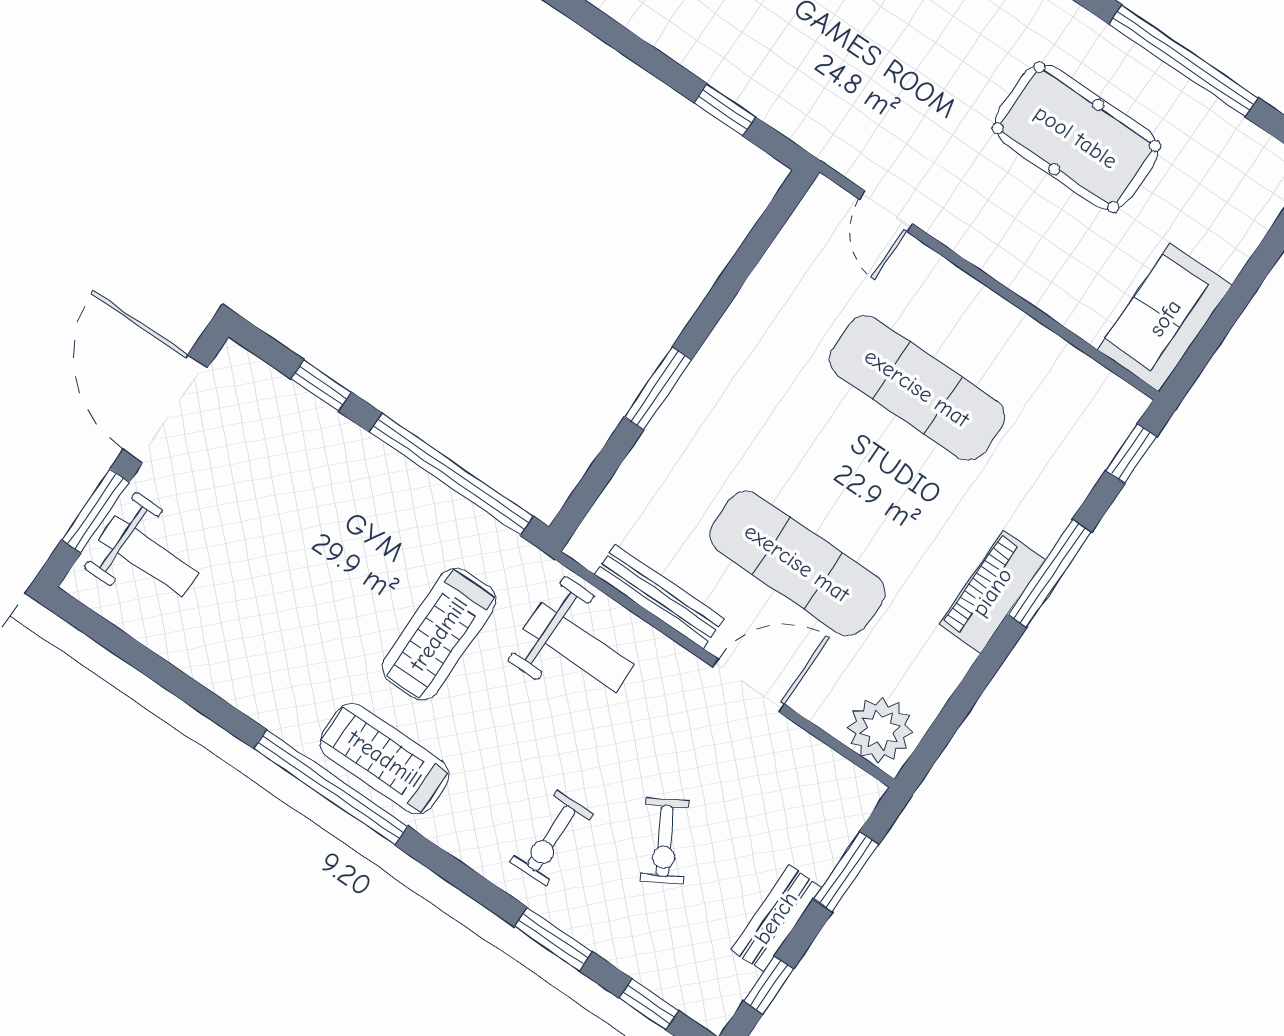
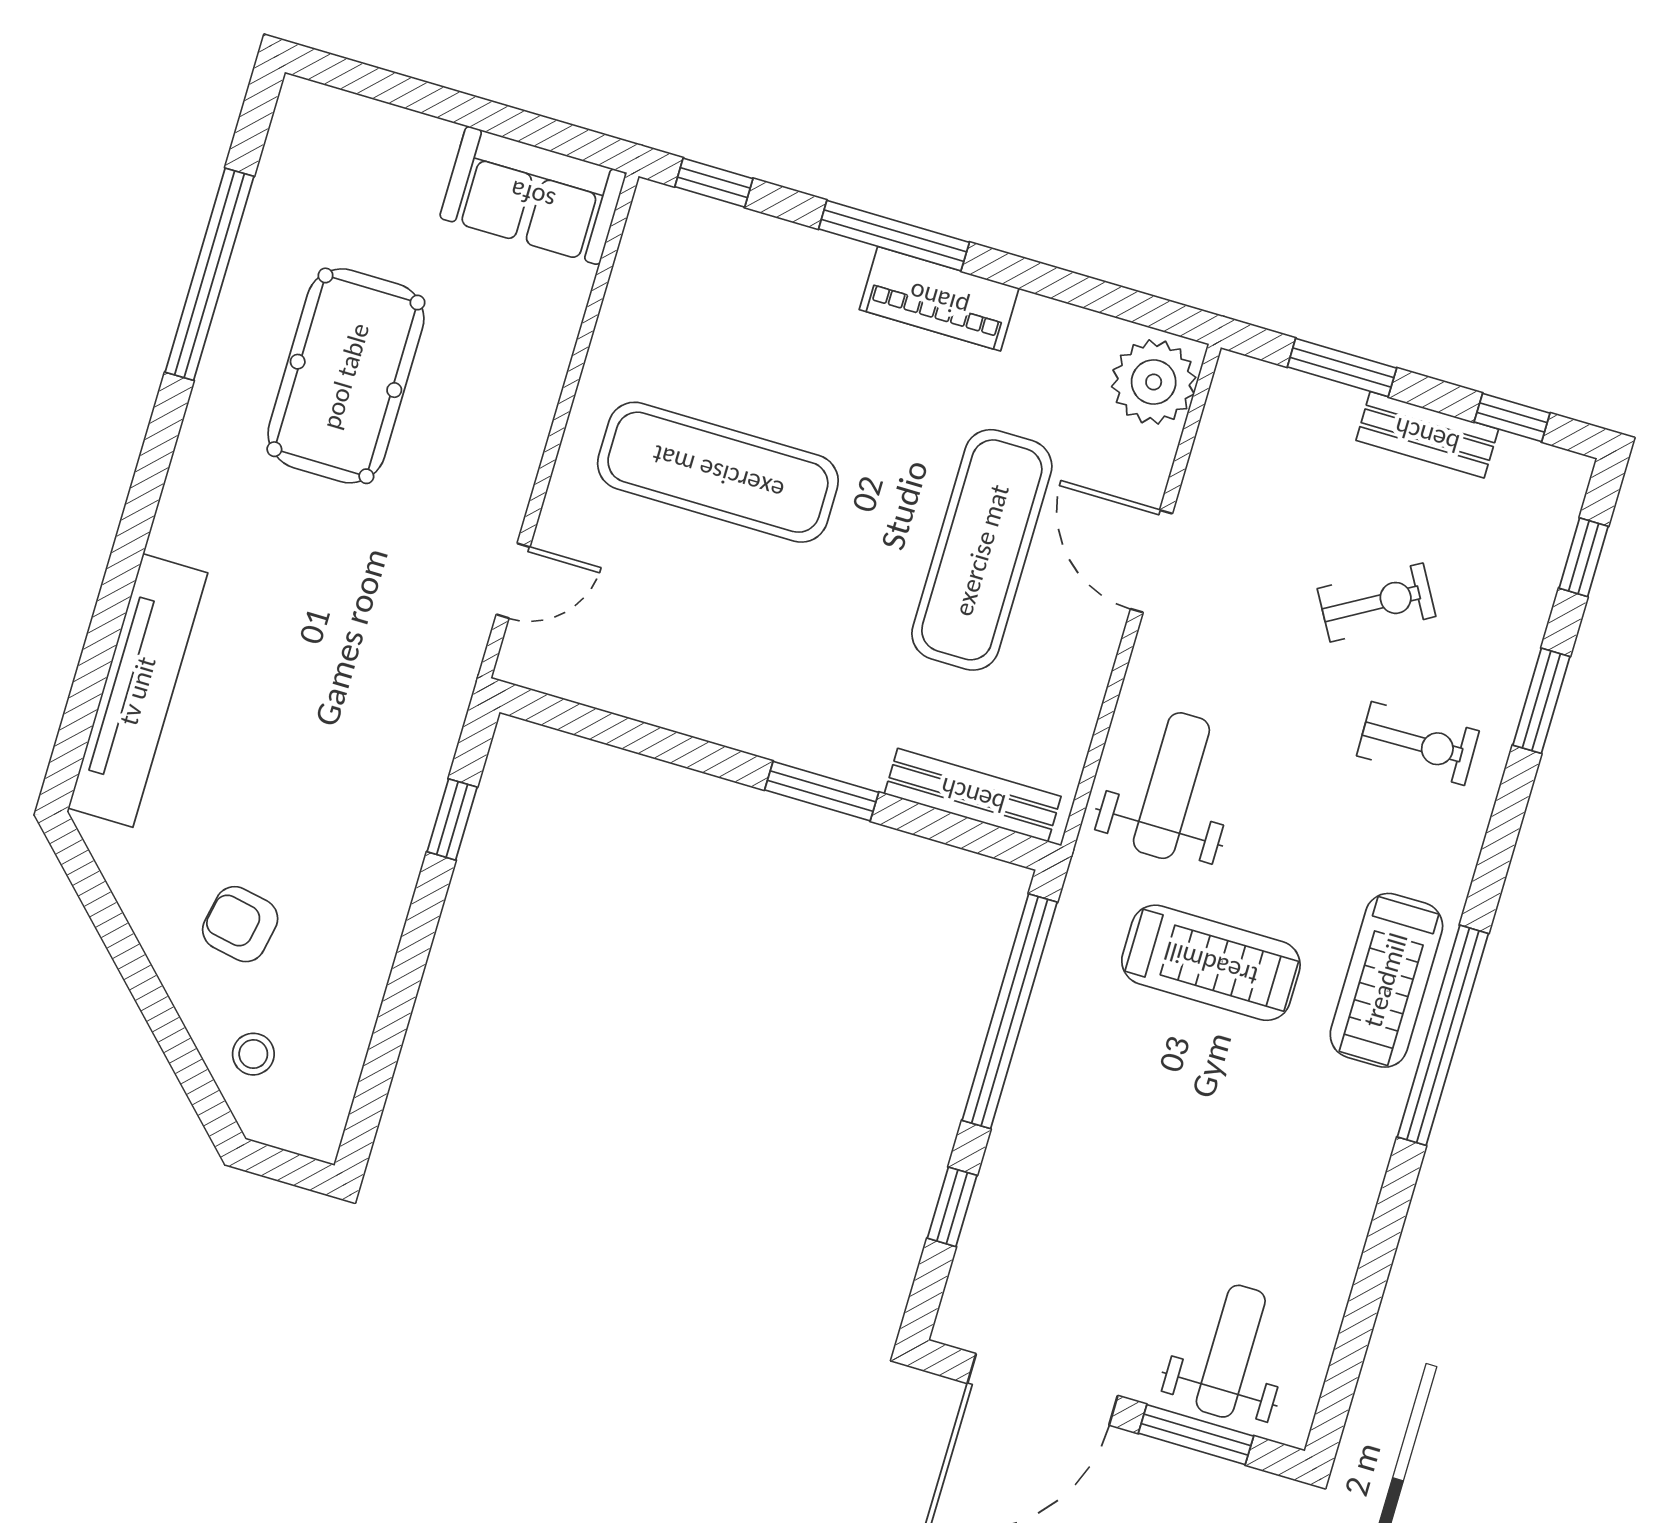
exercise mat: (917, 388) -> (718, 472), turned 90
bench: (659, 597) -> (973, 795), moved, turned 90

